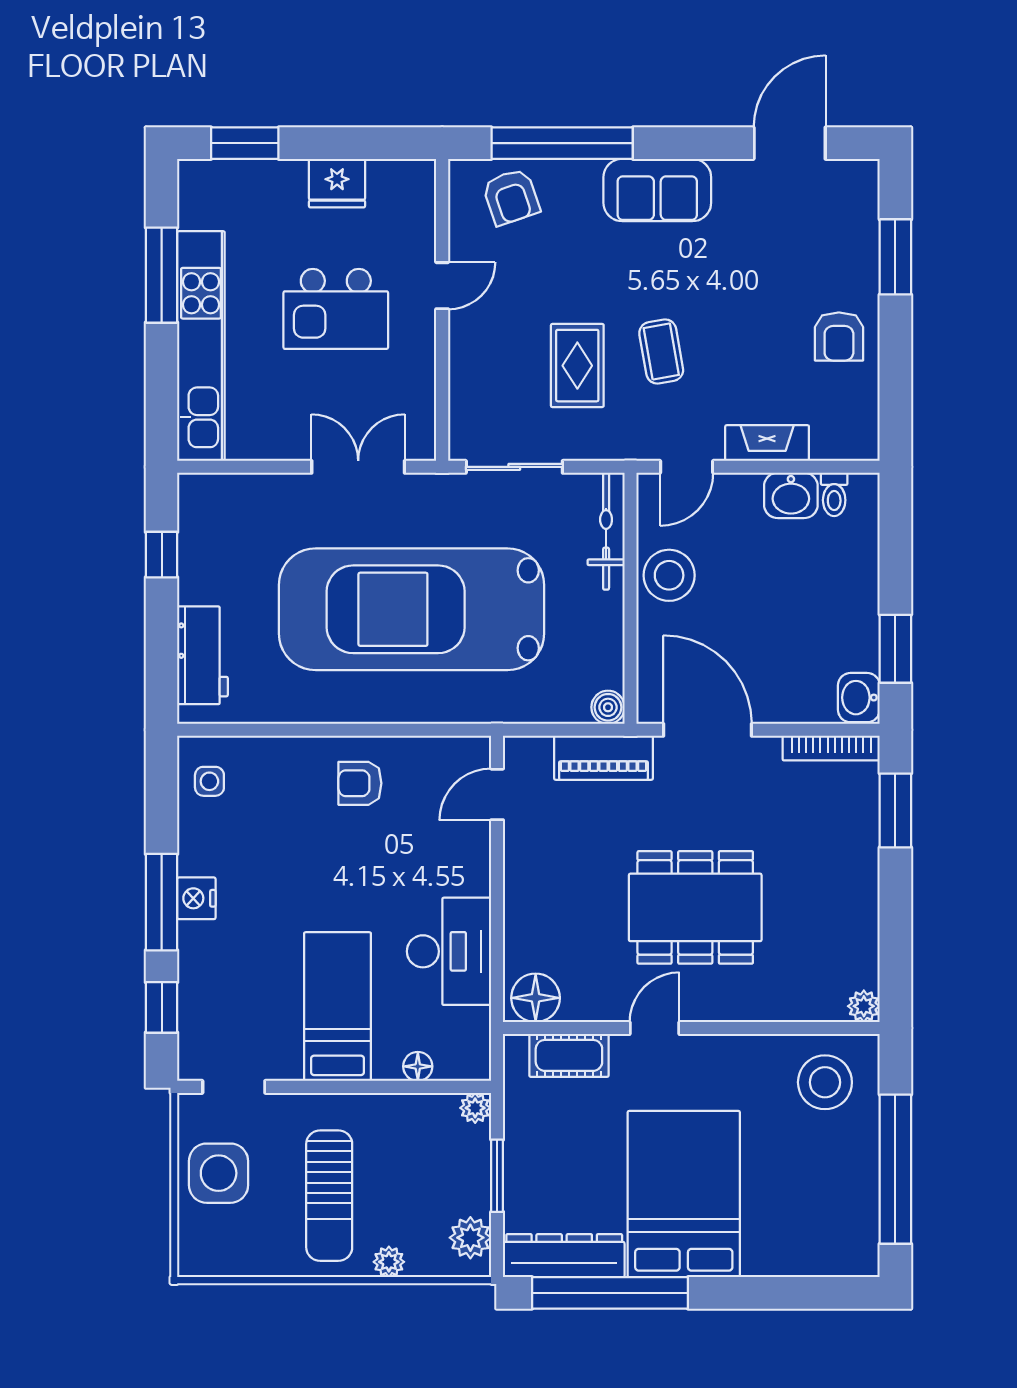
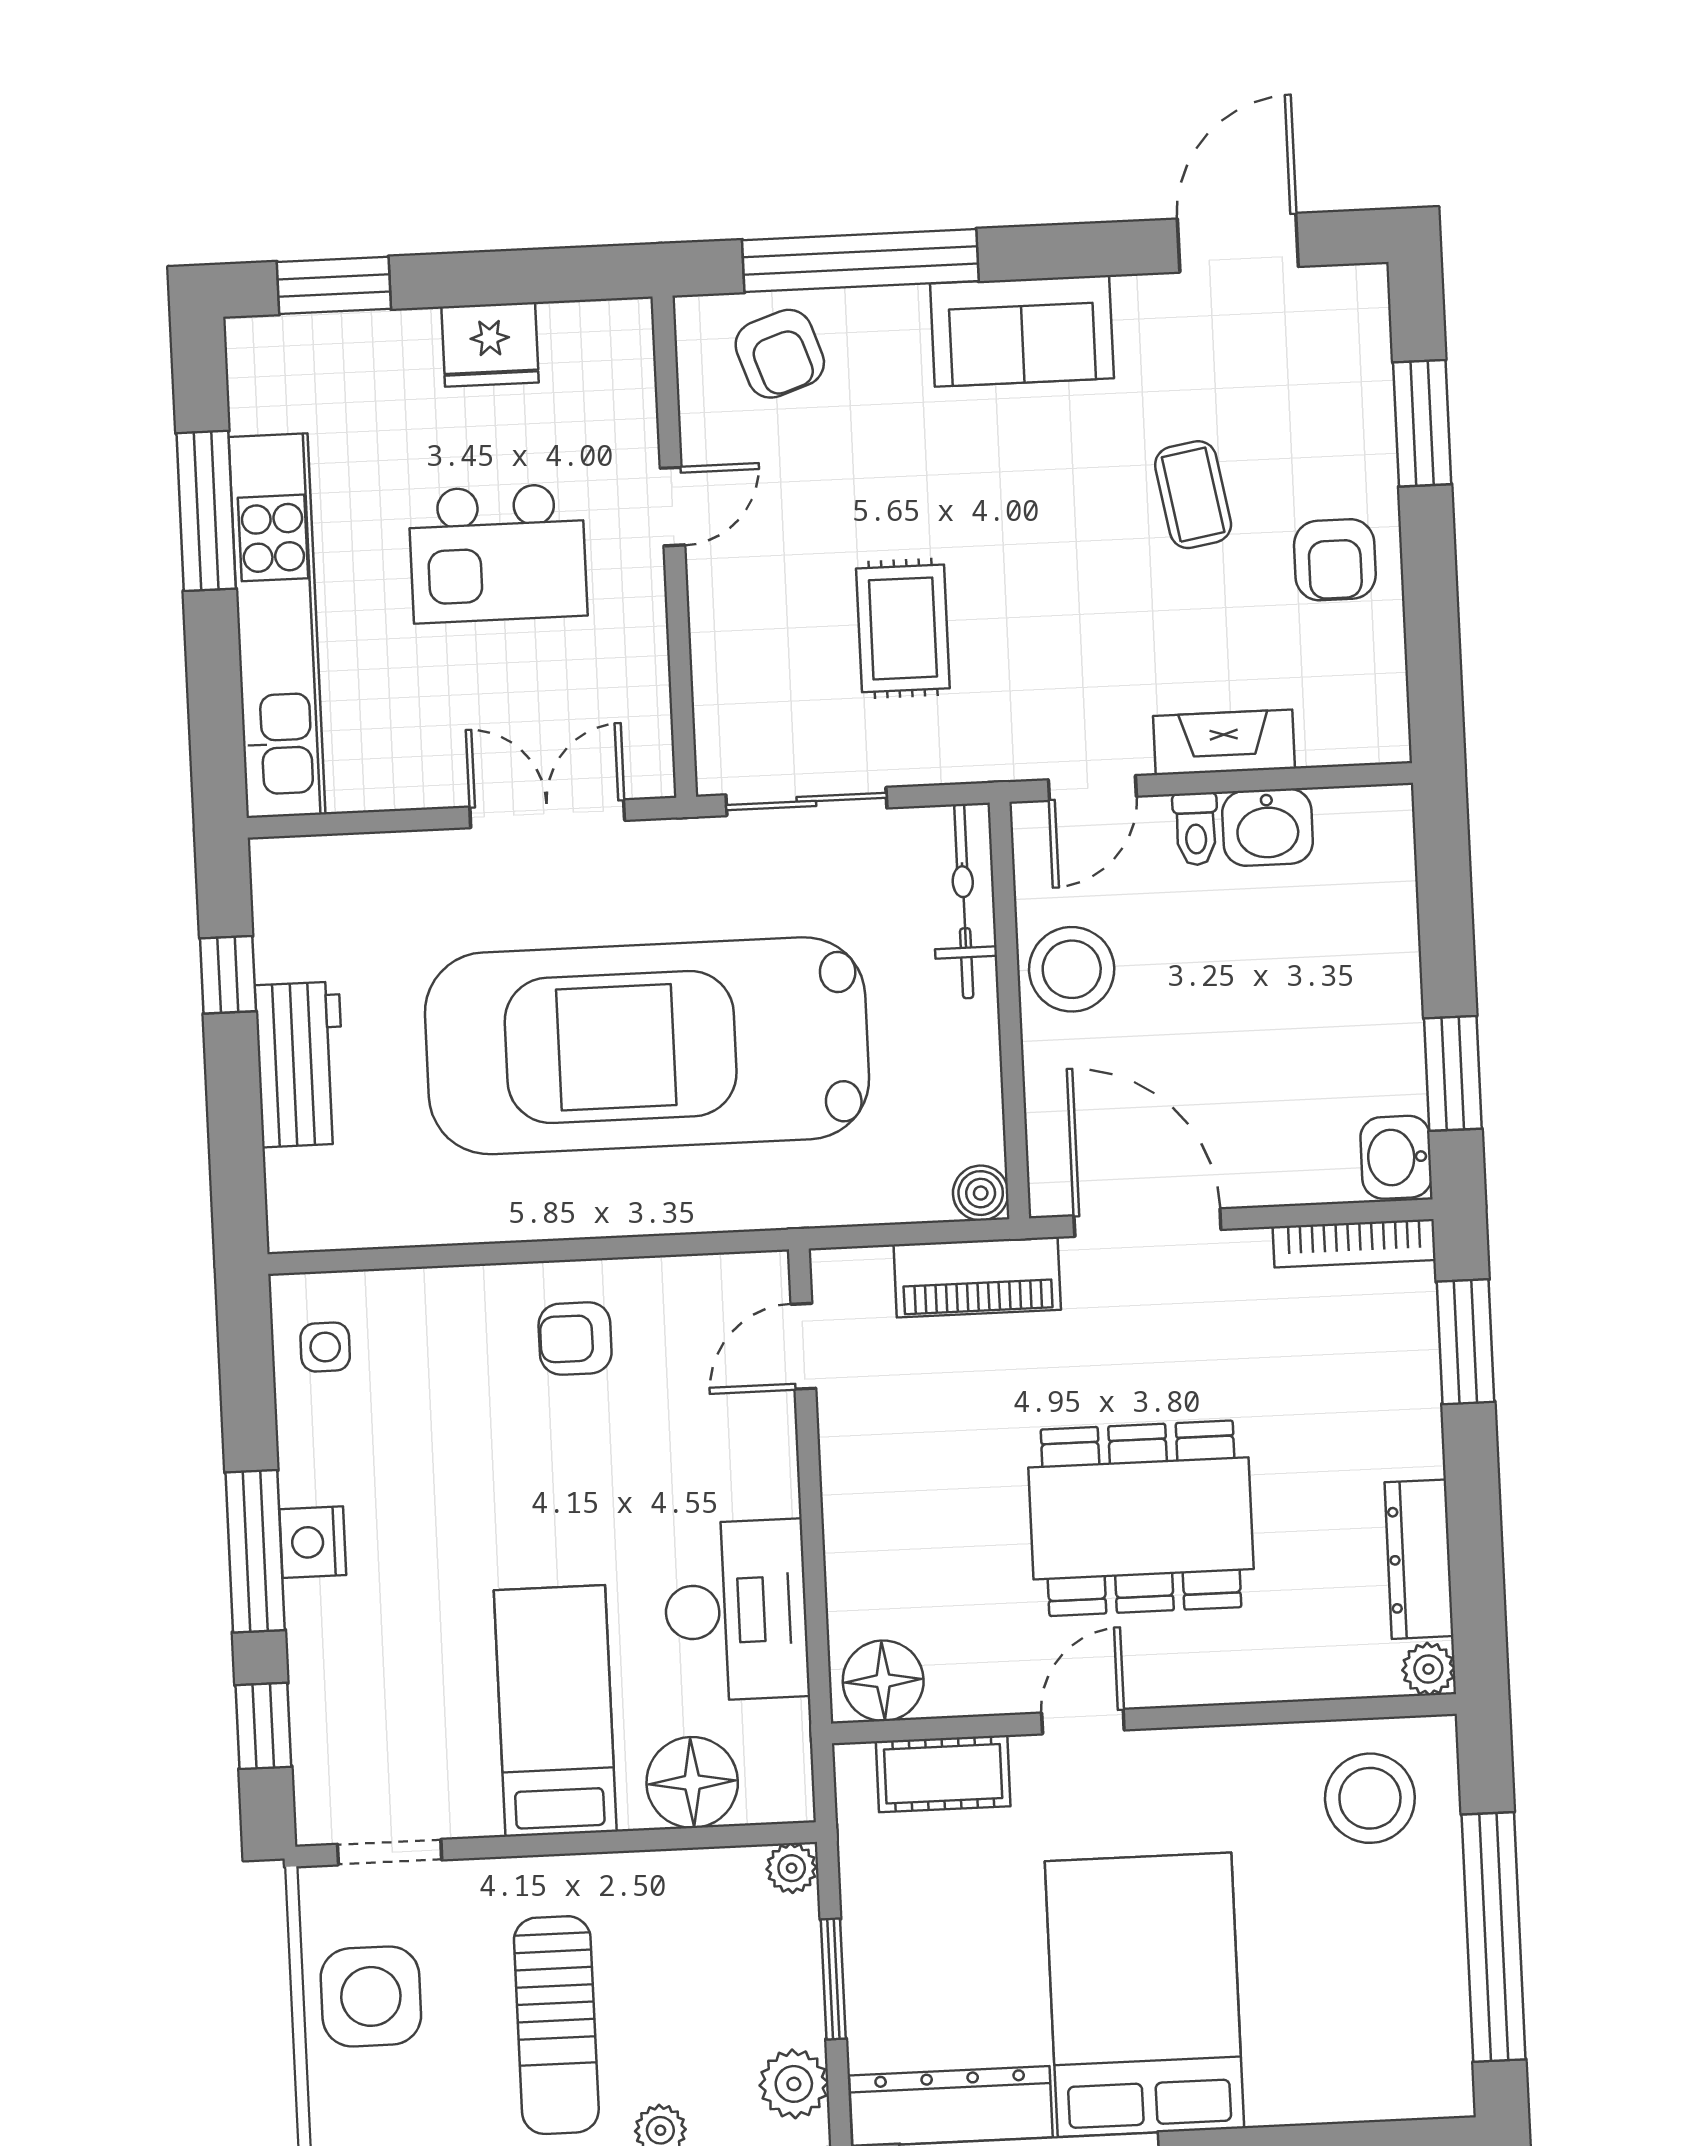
coffee table: (661, 351) -> (1193, 495), moved
toilet: (834, 494) -> (1196, 829), moved
workbench: (203, 655) -> (300, 1064), moved
dresser: (861, 940) -> (1419, 1559), added
floor lamp: (418, 1066) -> (692, 1782), width x1.89, depth x1.89

